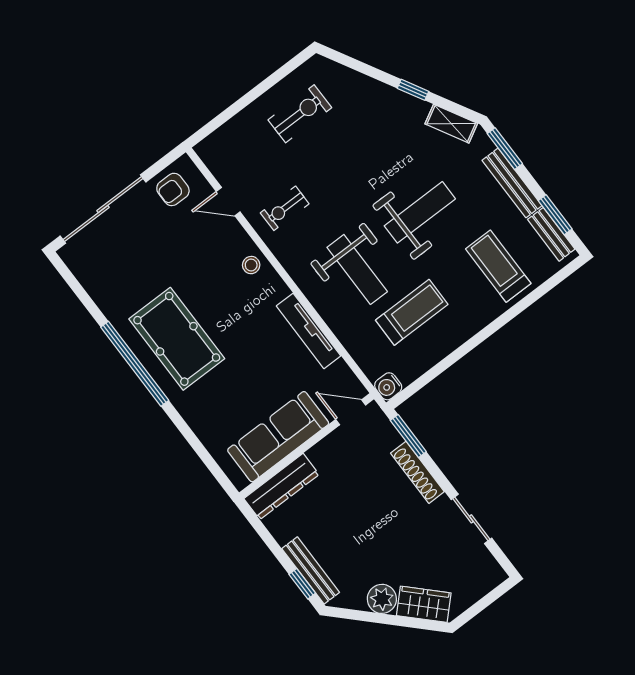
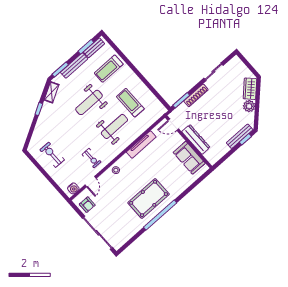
weight bench: (420, 212) -> (89, 102), turned -90
water cooler: (388, 386) -> (73, 188), moved
door: (351, 412) -> (173, 125), hinge flipped
sofa: (278, 437) -> (189, 158), width x0.73
dresser: (281, 486) -> (196, 139), moved

